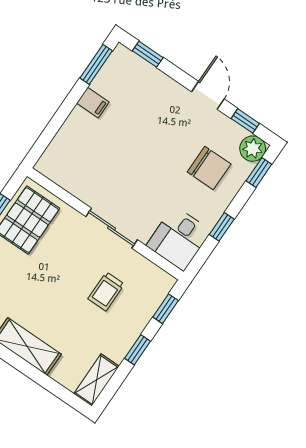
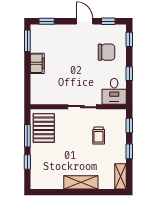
filing cabinet: (93, 103) -> (37, 63), width x2.00
plant: (253, 149) -> (120, 31), removed

